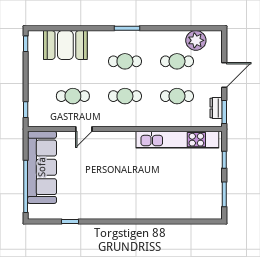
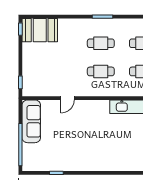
booth: (65, 45) -> (40, 30), moved
cafe table: (73, 96) -> (59, 71), removed
sofa: (42, 167) -> (31, 121), width x0.74, depth x0.79

